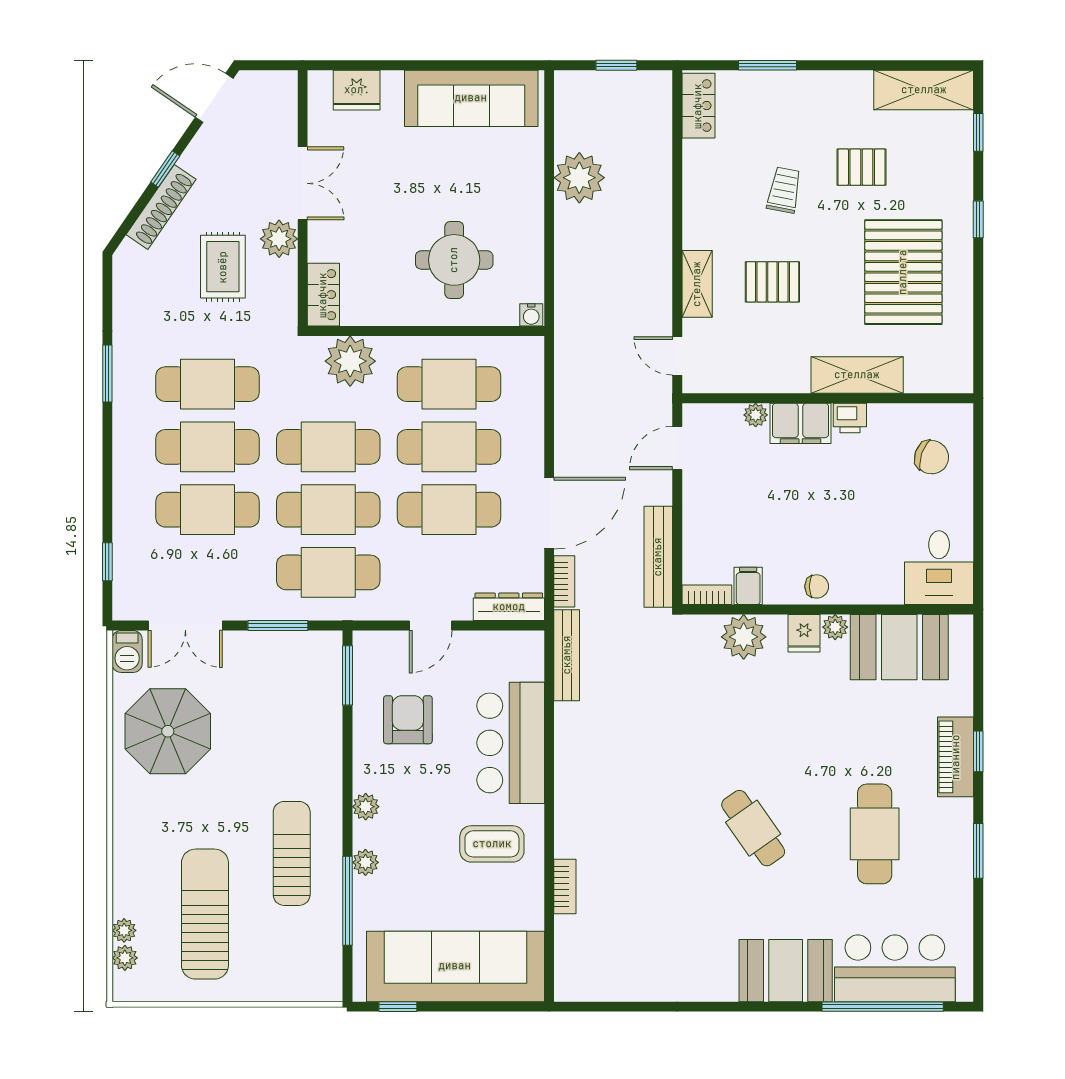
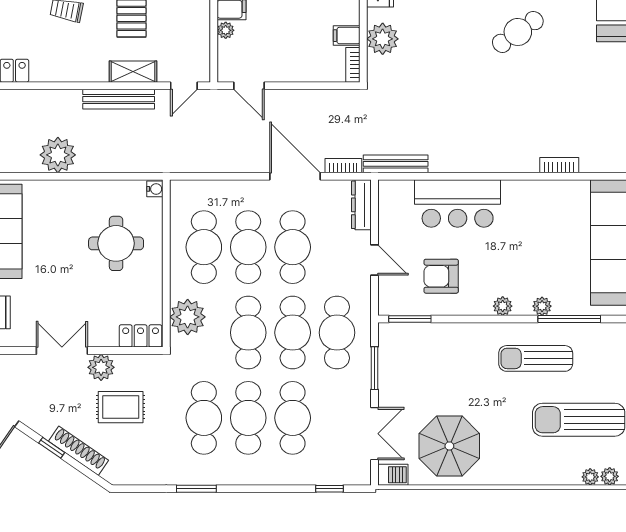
bench: (658, 557) -> (119, 99), moved
coffee table: (492, 844) -> (529, 217), removed

